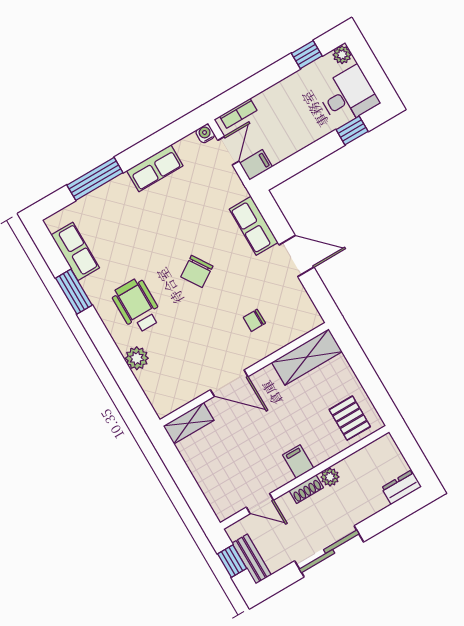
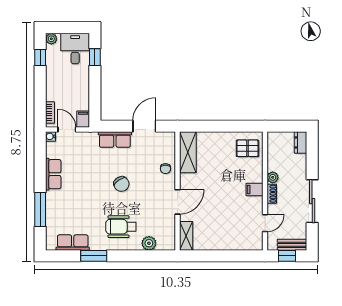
shelving: (307, 357) -> (188, 152), moved
wall: (244, 374) -> (178, 191), moved
door: (229, 383) -> (178, 202), moved
shelving: (189, 423) -> (186, 236), moved

